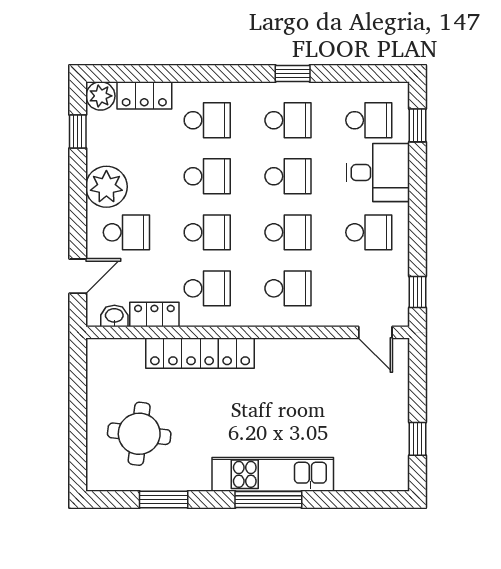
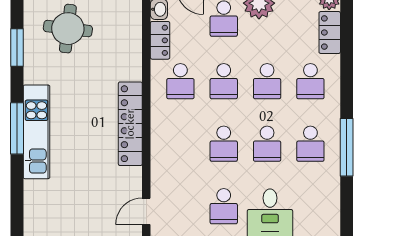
window: (293, 74) -> (347, 147), width x2.17
school desk: (369, 120) -> (310, 206), removed
school desk: (288, 288) -> (180, 144), removed
locker: (200, 353) -> (130, 124), moved

